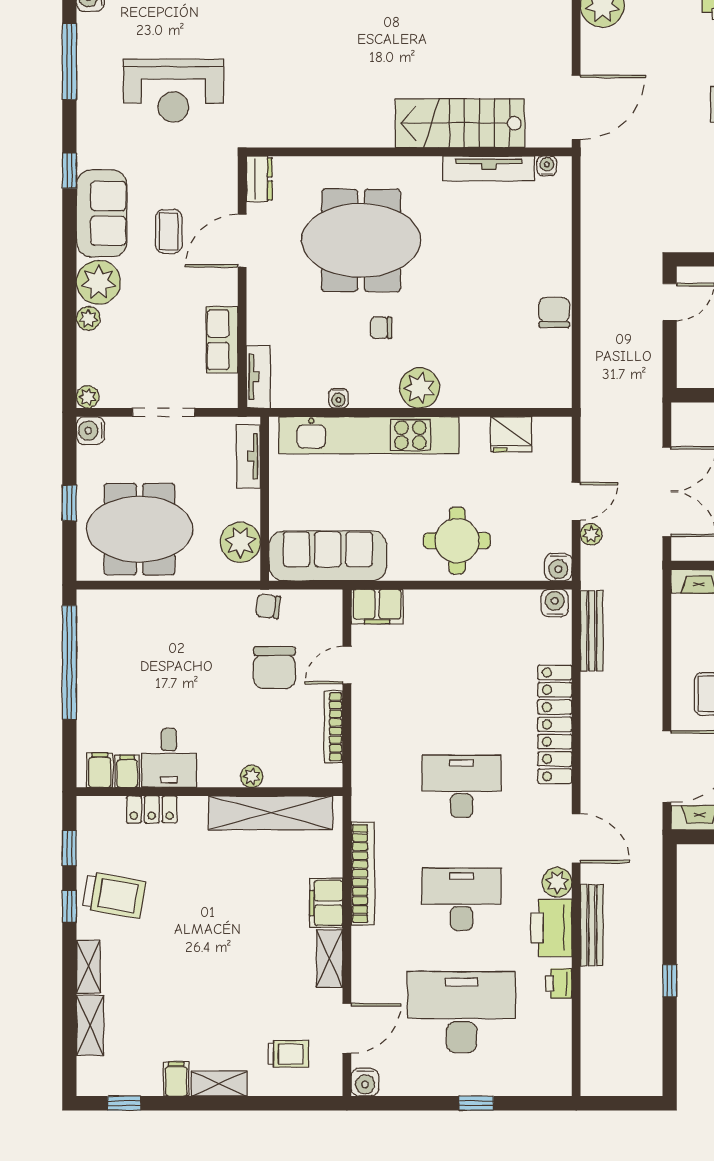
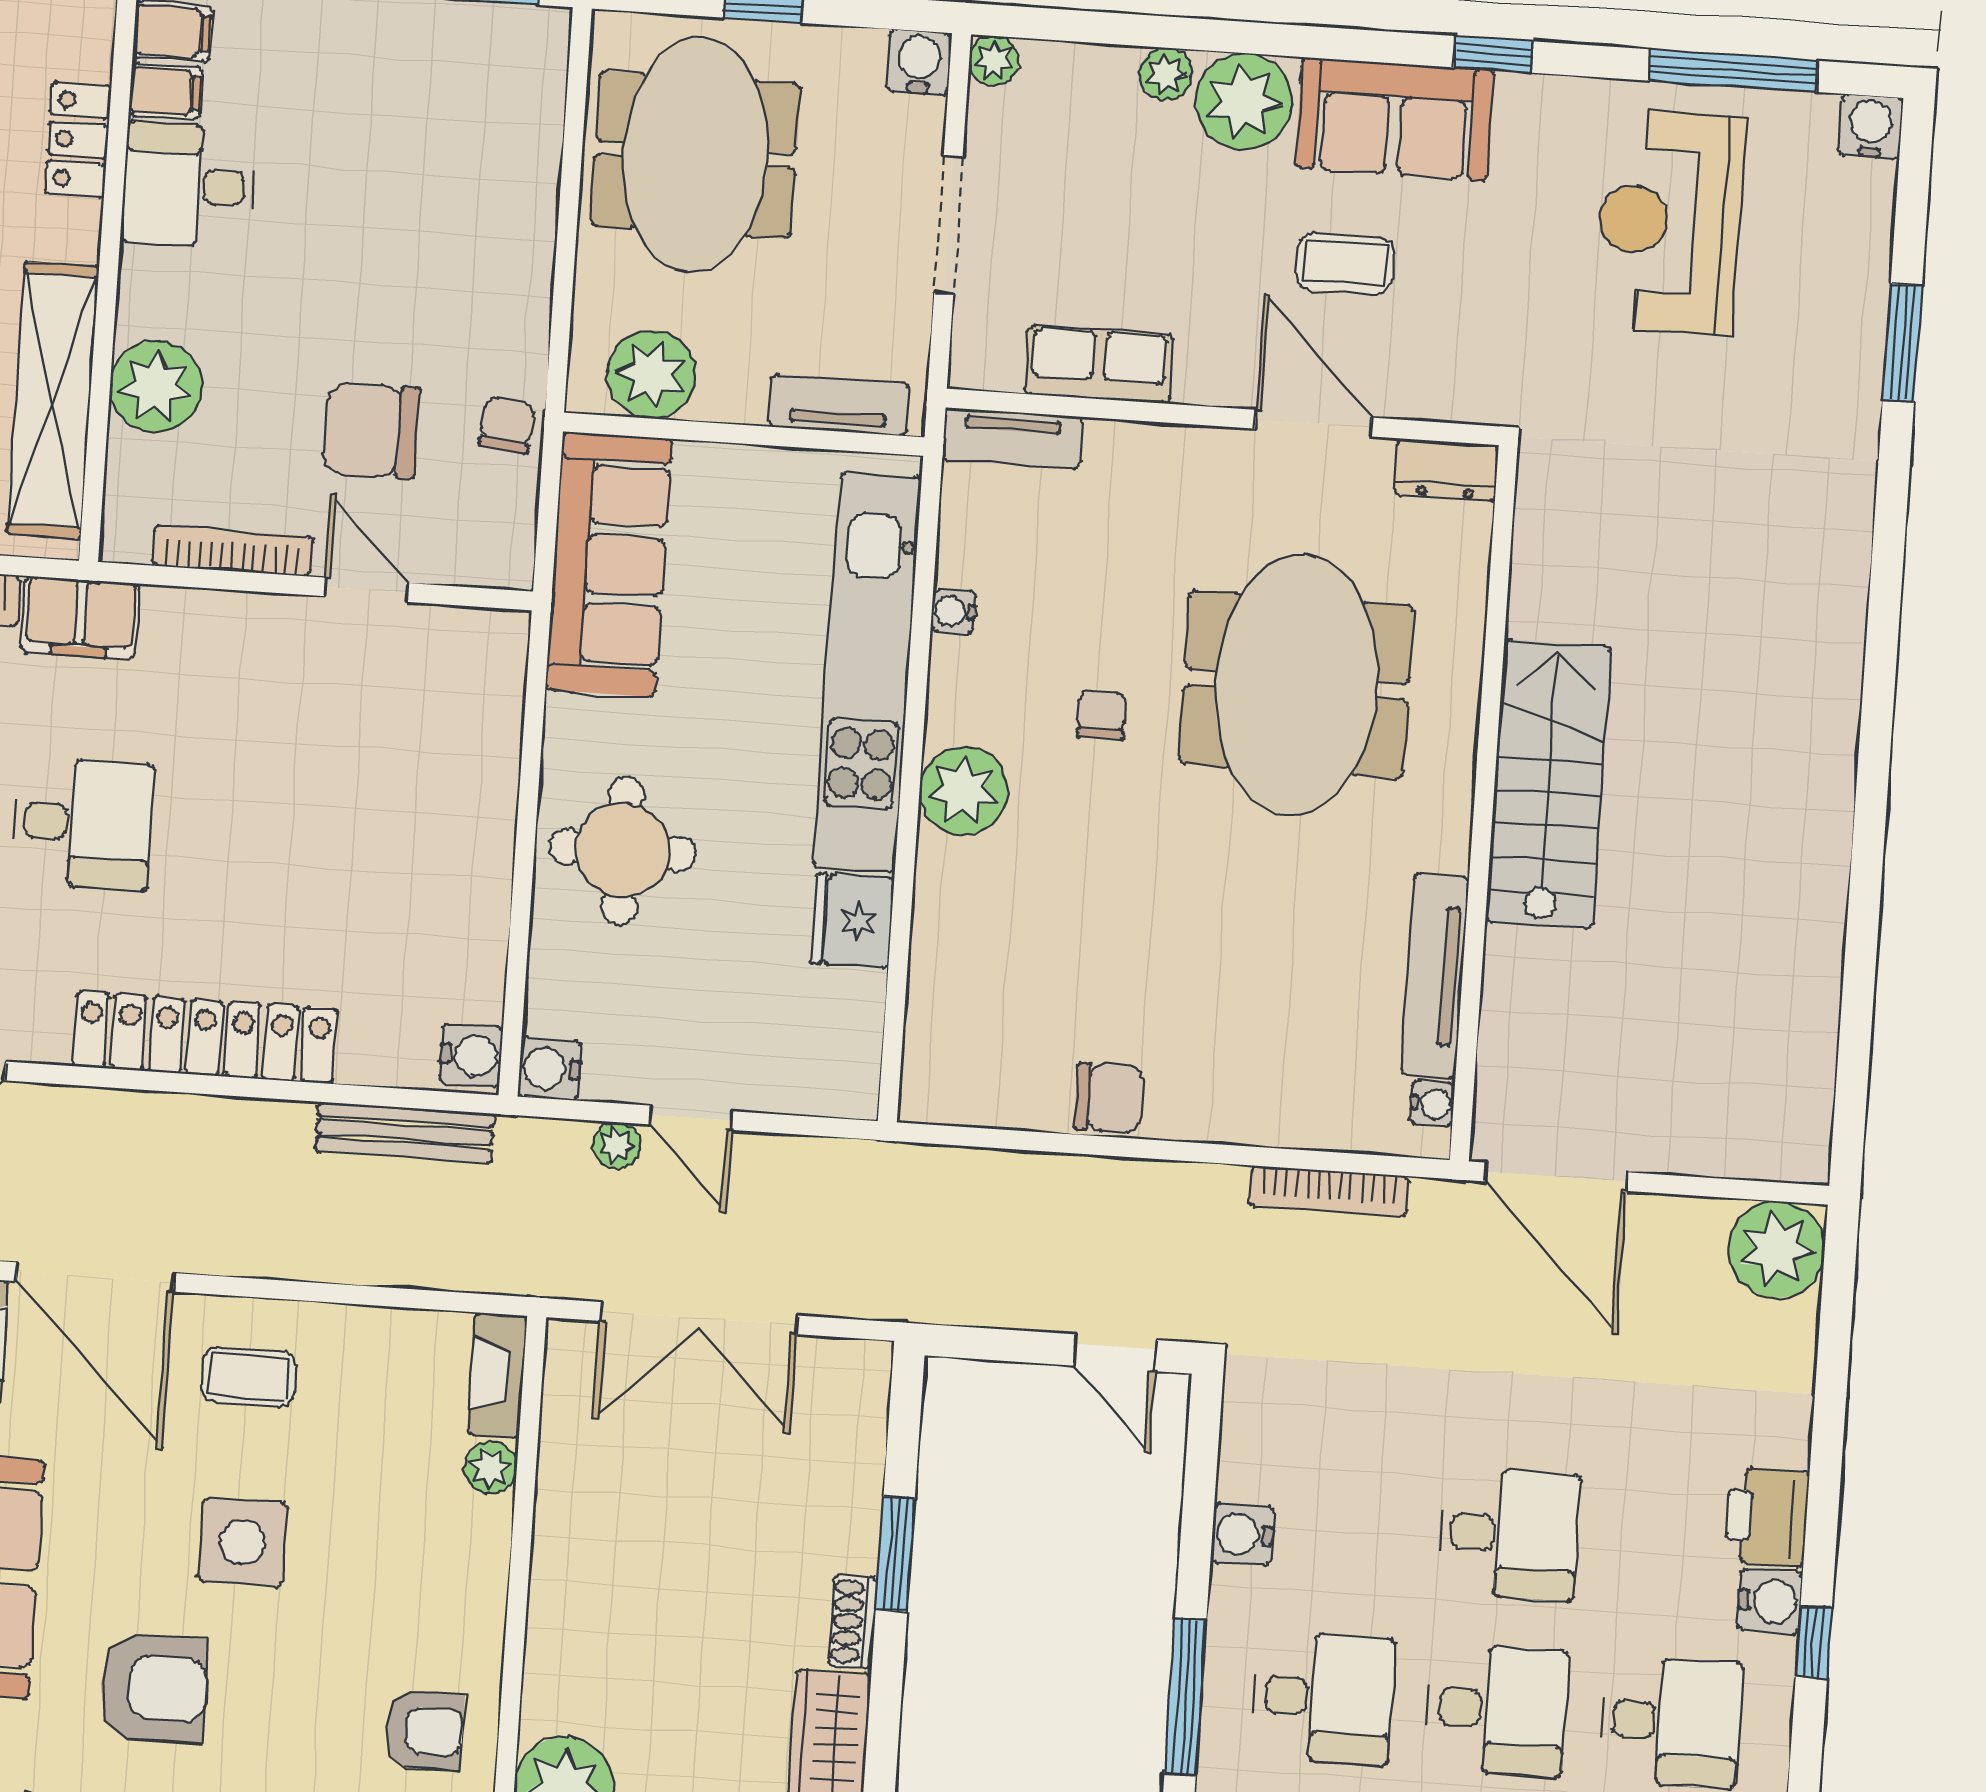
reception desk: (173, 91) -> (1669, 222), moved
stairs: (460, 123) -> (1548, 784), moved
bookcase: (590, 210) -> (1329, 1191), added
fridge: (511, 434) -> (852, 921), moved
filing cabinet: (377, 607) -> (80, 618), moved, turned -90
plant: (252, 776) -> (156, 387), width x1.88, depth x1.88
desk: (462, 786) -> (83, 823), width x0.73

